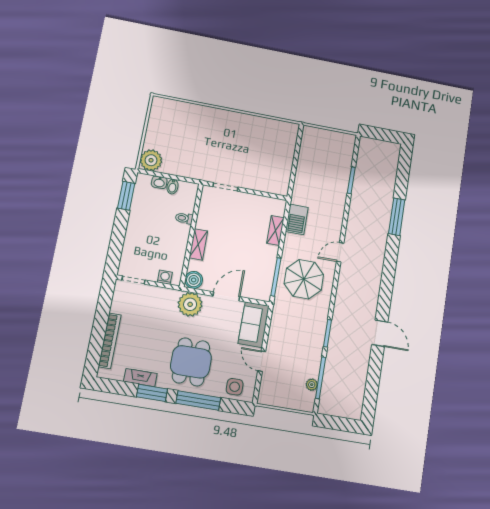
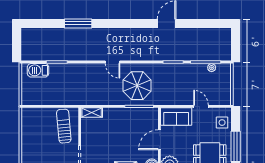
sun lounger: (267, 174) -> (64, 126), added
barbecue: (297, 219) -> (38, 70), moved, turned 180
shelving: (275, 230) -> (92, 112), moved
door: (226, 296) -> (159, 140), hinge flipped
door: (262, 361) -> (201, 106), swing flipped

